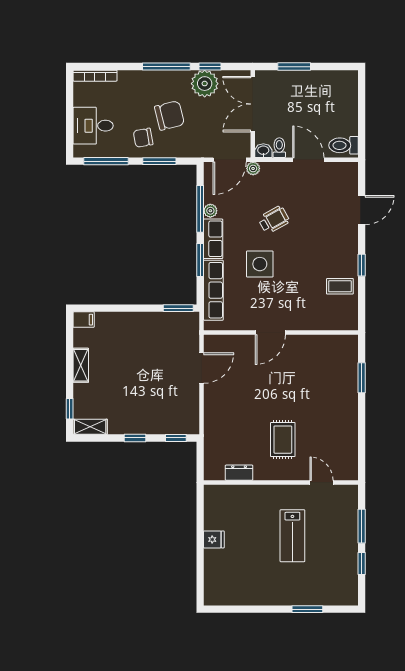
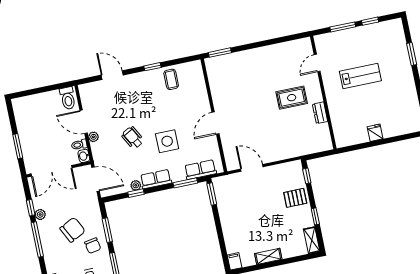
plant: (205, 84) -> (40, 215), width x0.53, depth x0.53
chair: (169, 116) -> (73, 230), turned 77
door: (308, 160) -> (84, 122), hinge flipped
plant: (253, 168) -> (93, 137), moved
window: (200, 209) -> (136, 193), width x0.46
window: (200, 260) -> (185, 183), moved
row of seats: (213, 290) -> (200, 170), width x0.68
door: (270, 333) -> (215, 123), swing flipped
window: (362, 378) -> (220, 53), moved
window: (70, 409) -> (302, 258), removed
pallet: (150, 417) -> (295, 198), added
window: (135, 438) -> (315, 216), moved
dresser: (239, 473) -> (320, 113), moved

